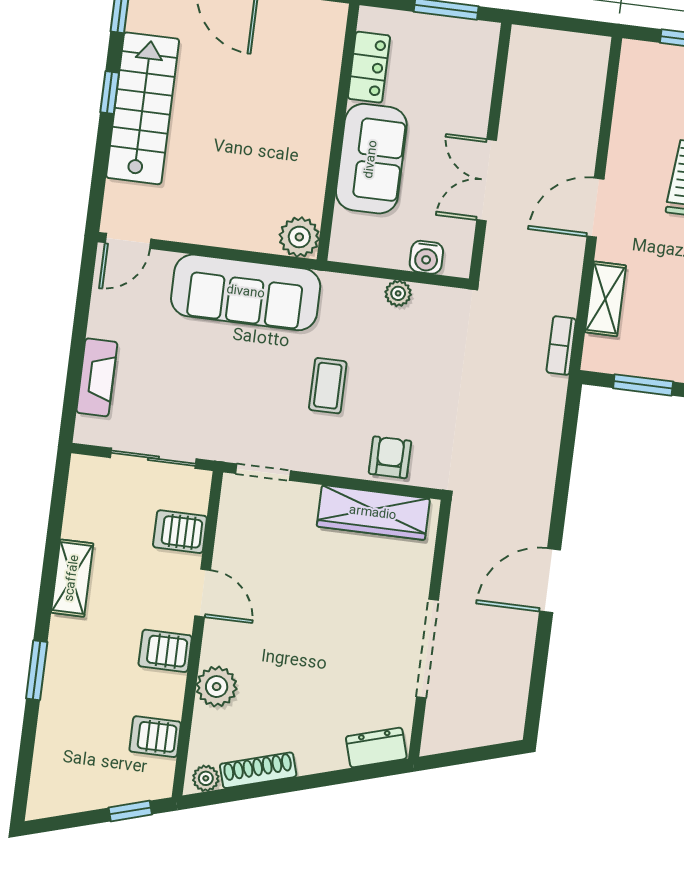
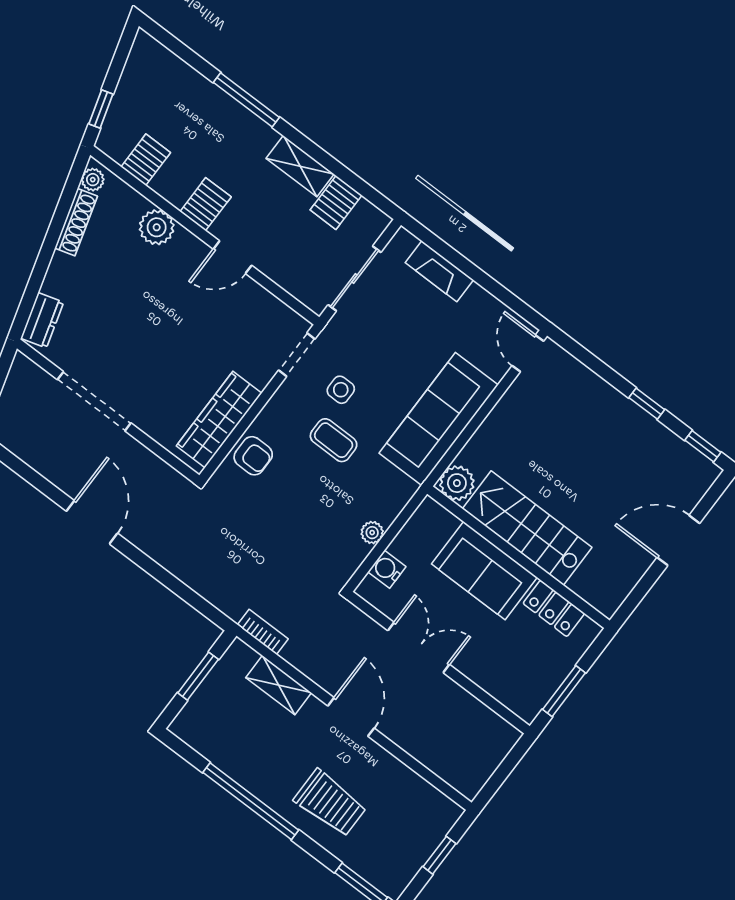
stairs: (143, 108) -> (527, 528), moved, turned 180
side table: (273, 408) -> (341, 390), added
server rack: (180, 532) -> (336, 202), moved, turned 180
window: (37, 670) -> (246, 100), width x1.44

